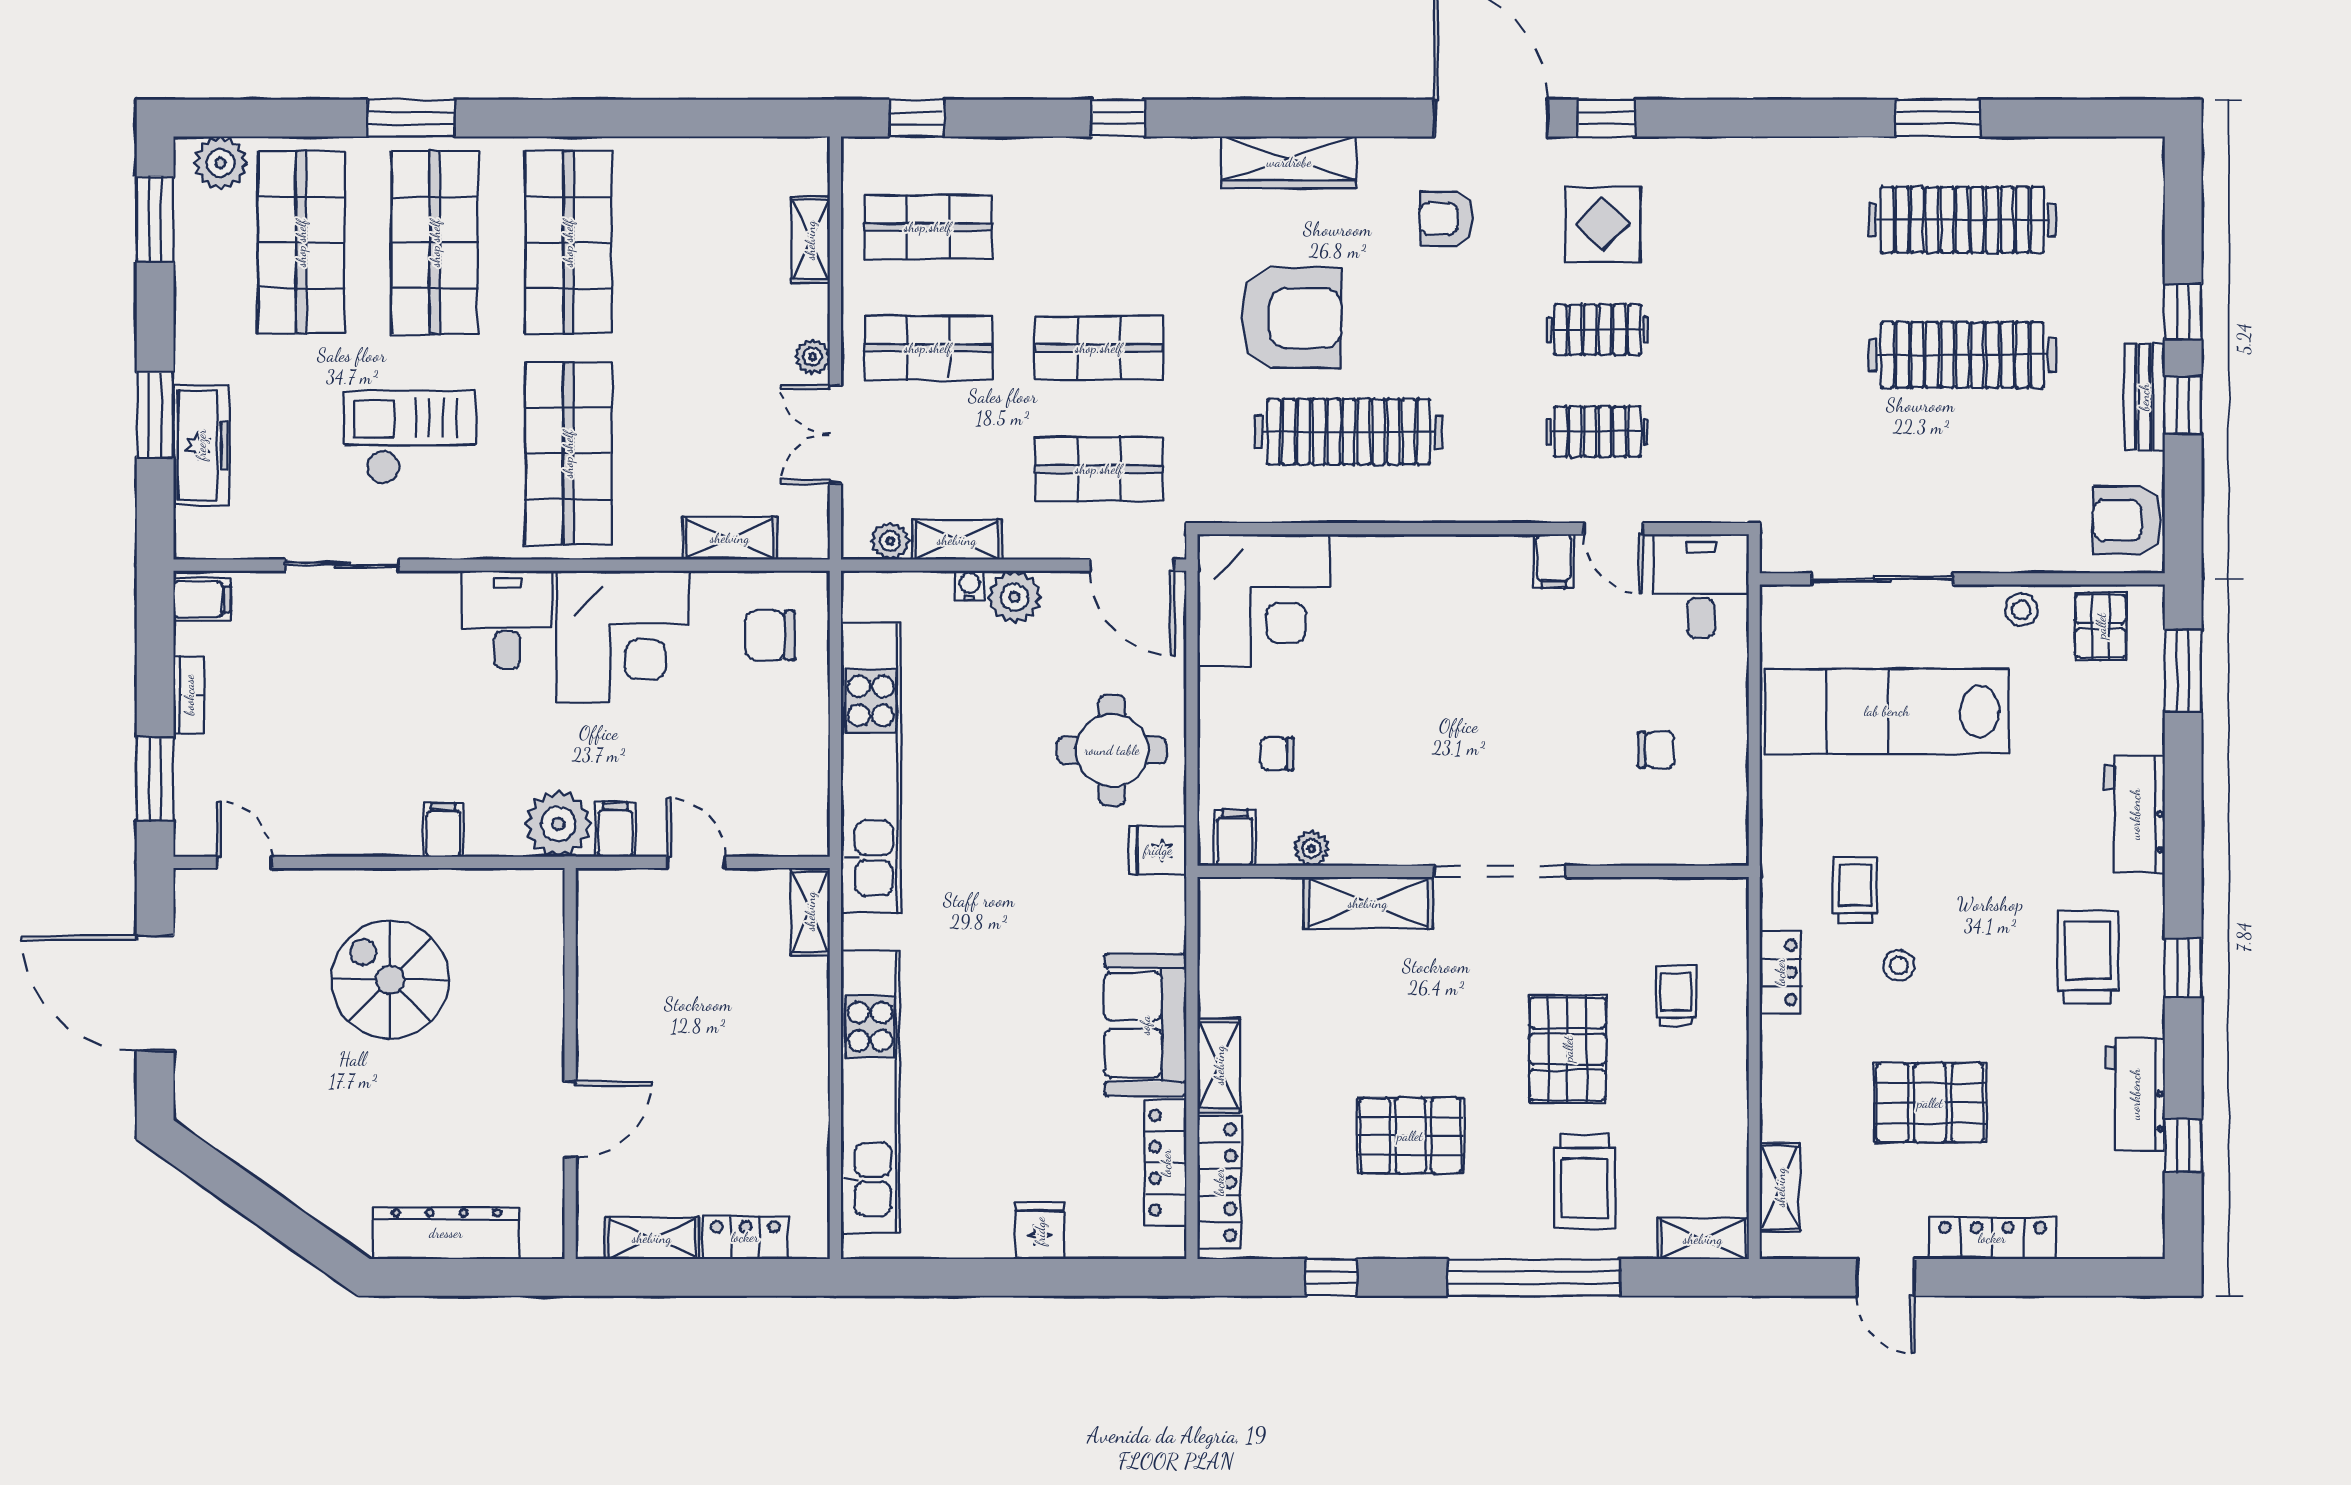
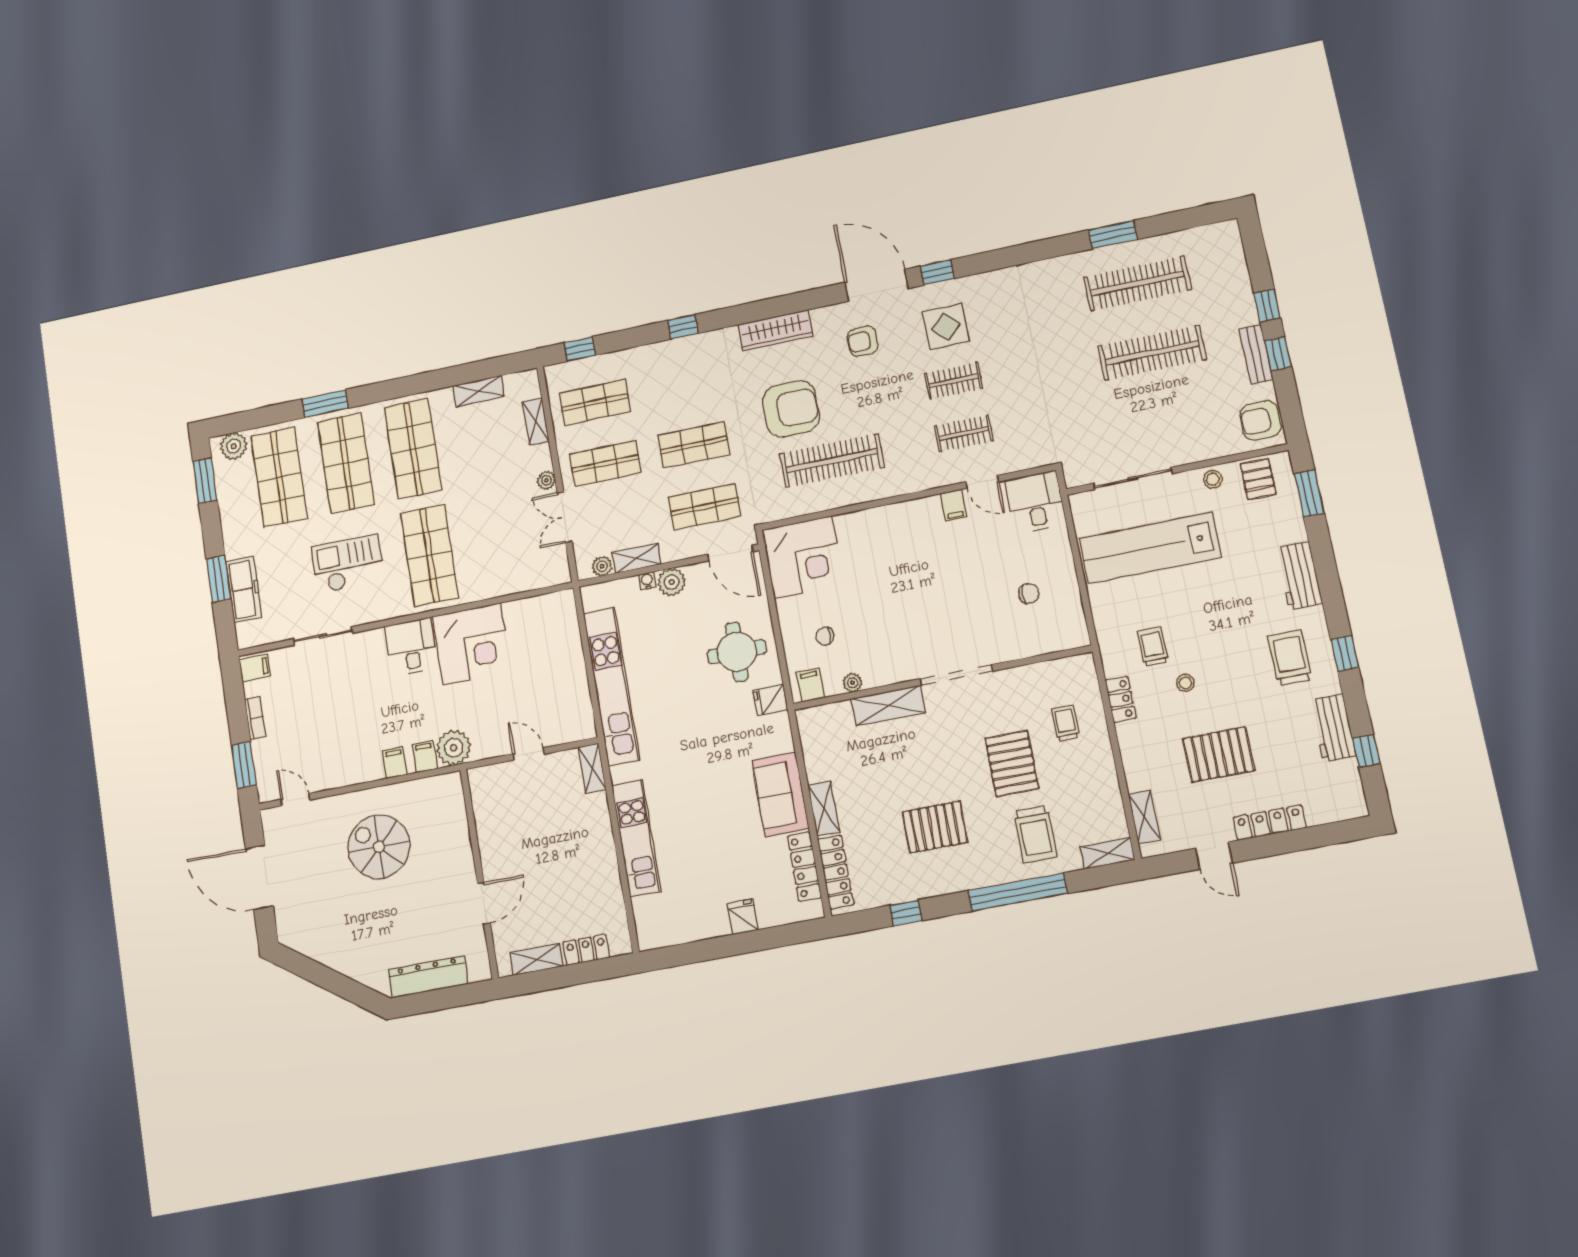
shelving: (730, 538) -> (479, 391), moved
chair: (770, 635) -> (548, 628), removed
filing cabinet: (615, 830) -> (425, 757), moved
kitchen unit: (870, 1091) -> (636, 838), width x0.73

